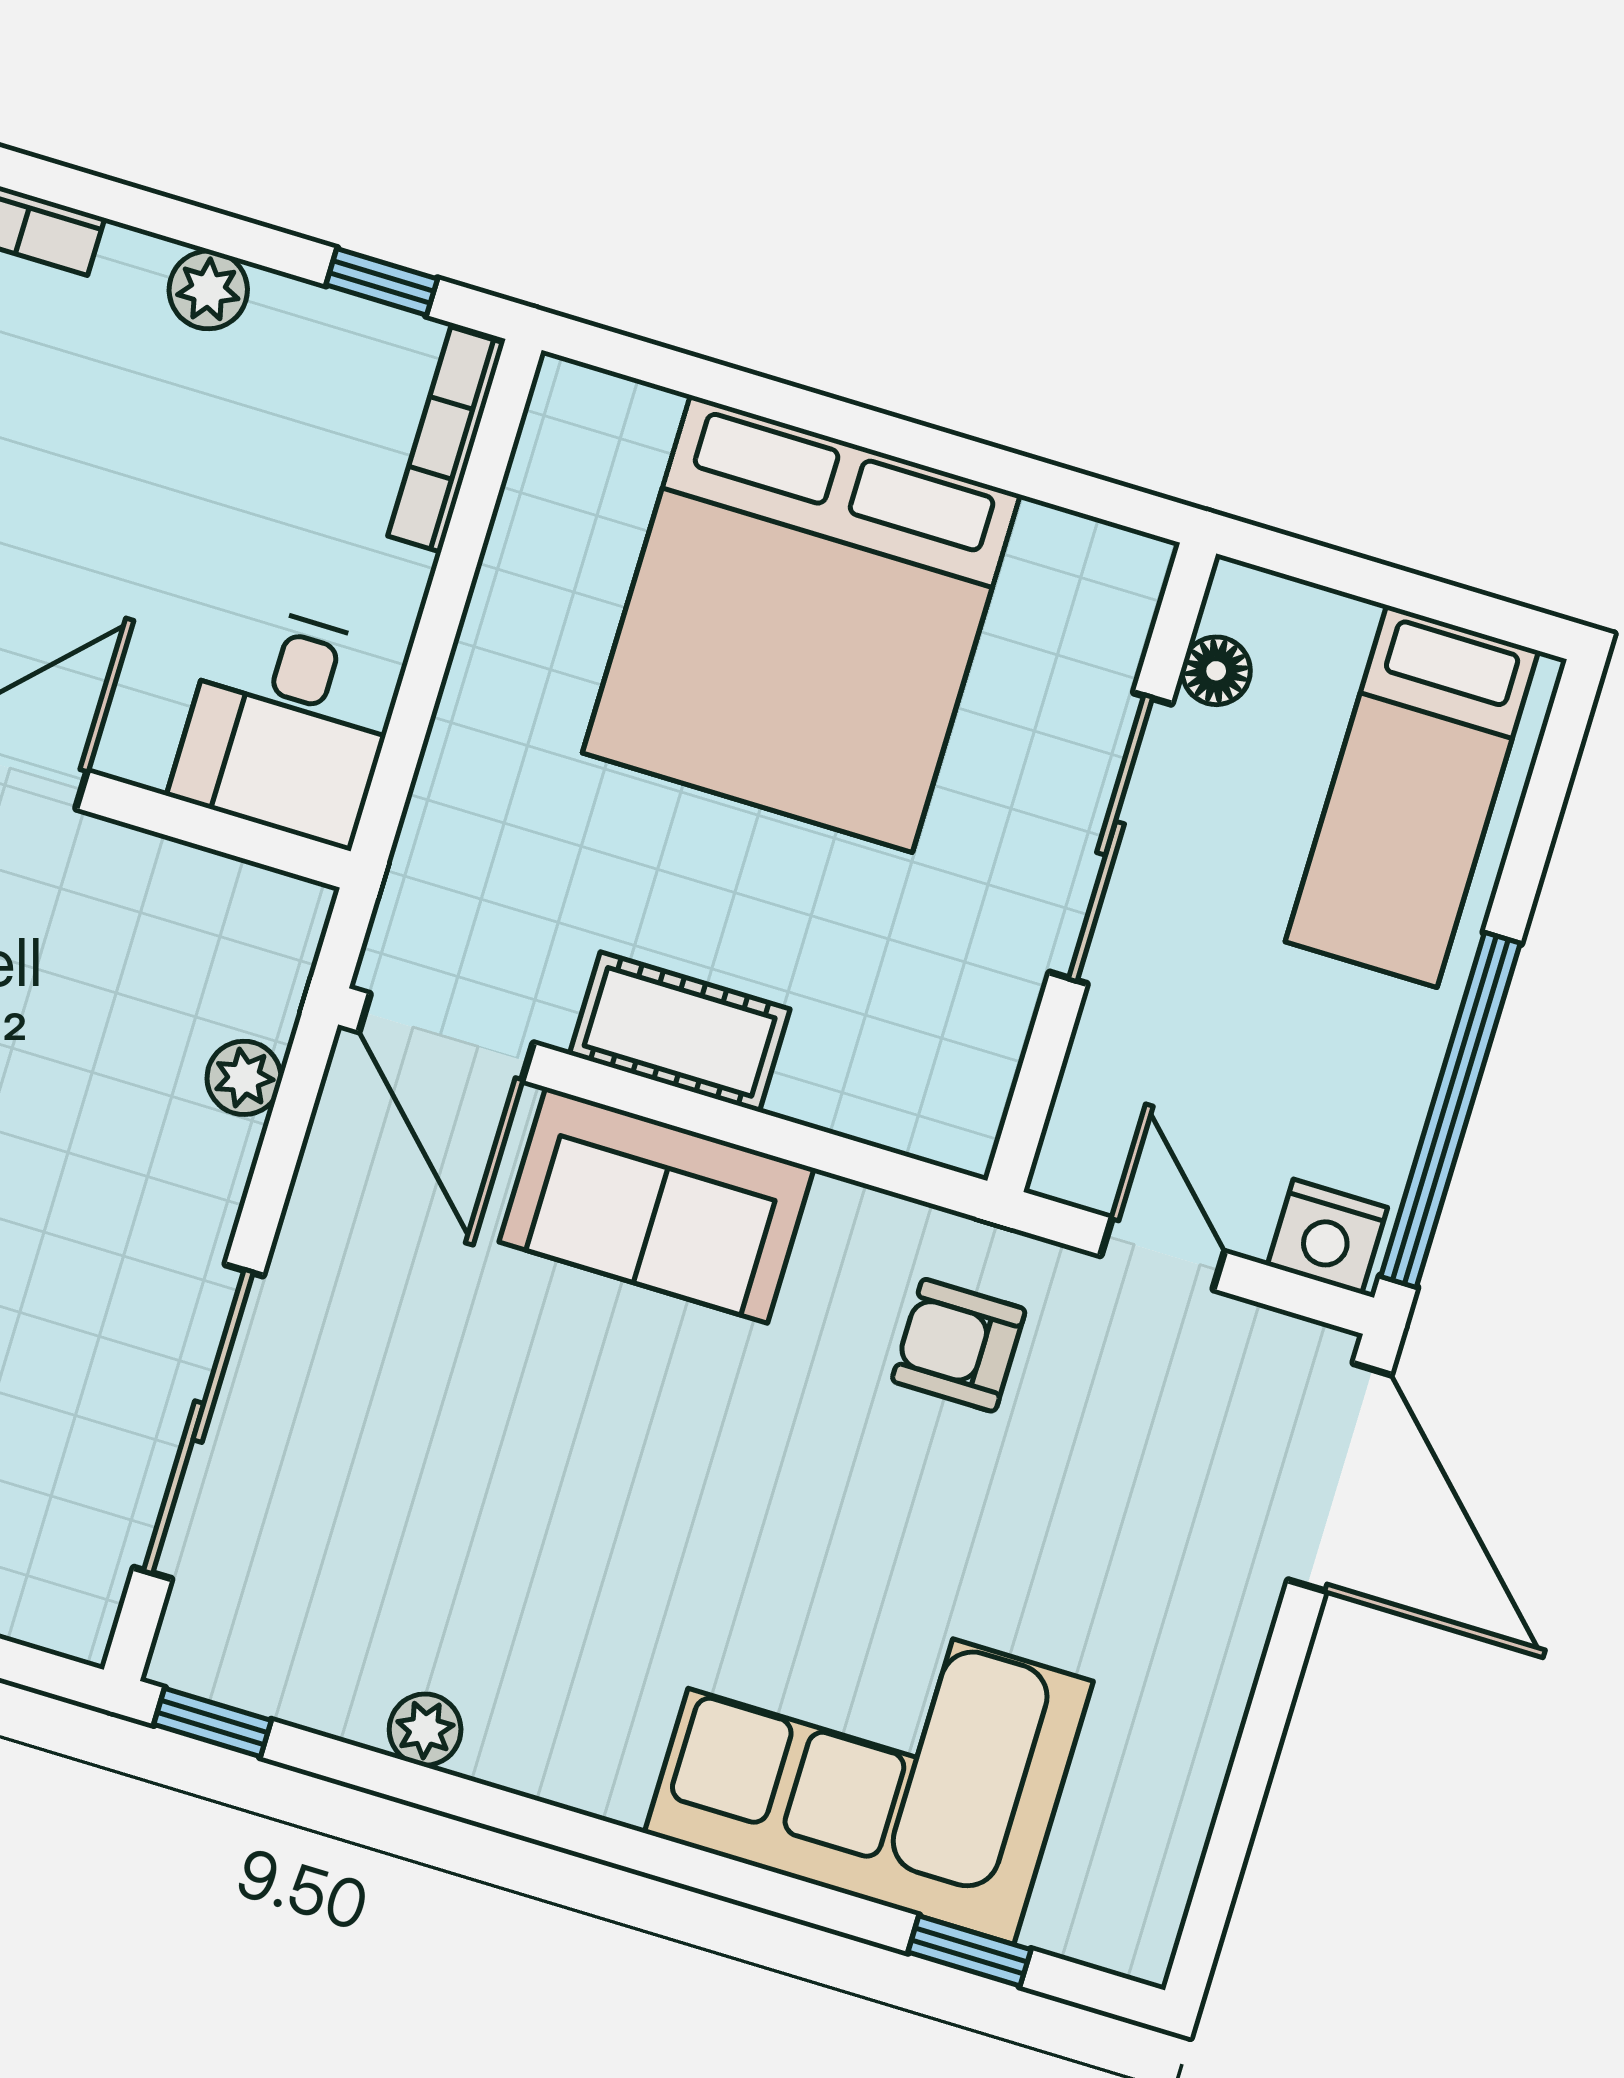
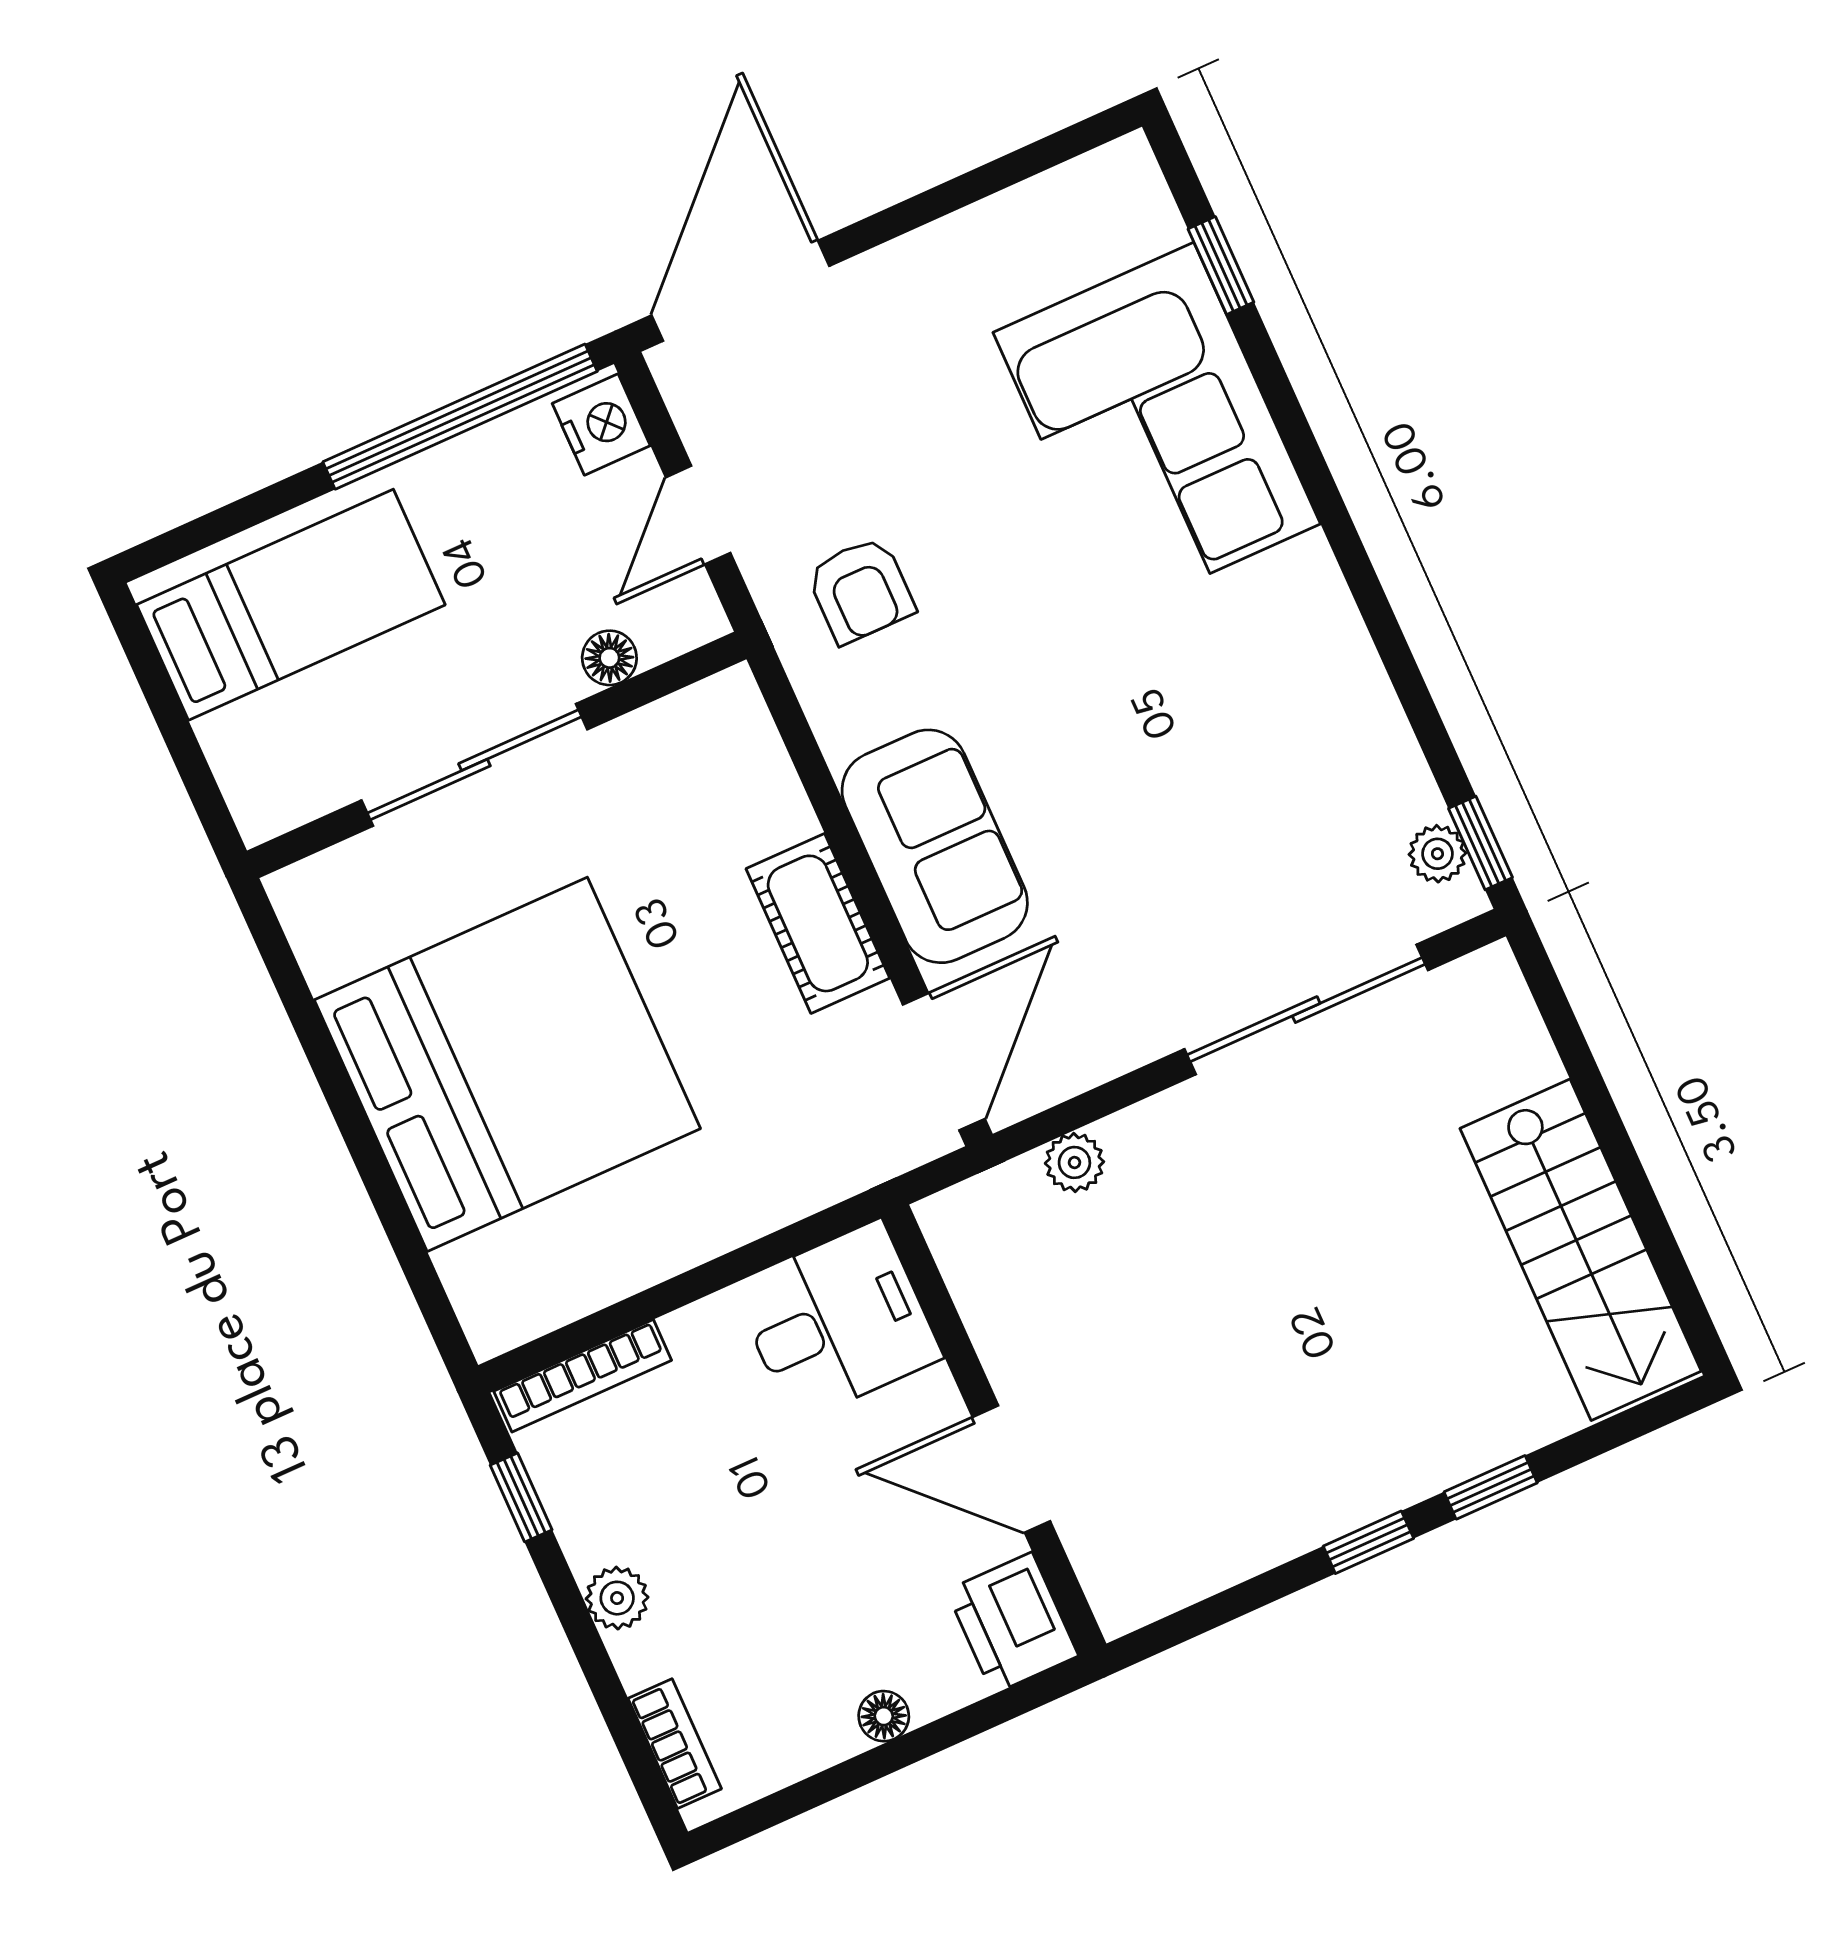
floor lamp: (1216, 671) -> (609, 658), moved
plant: (425, 1730) -> (1437, 854), moved

